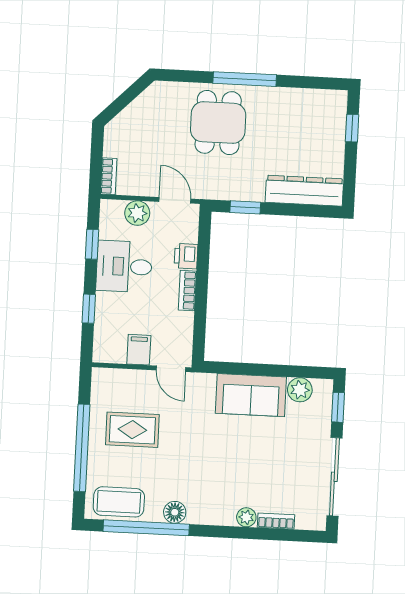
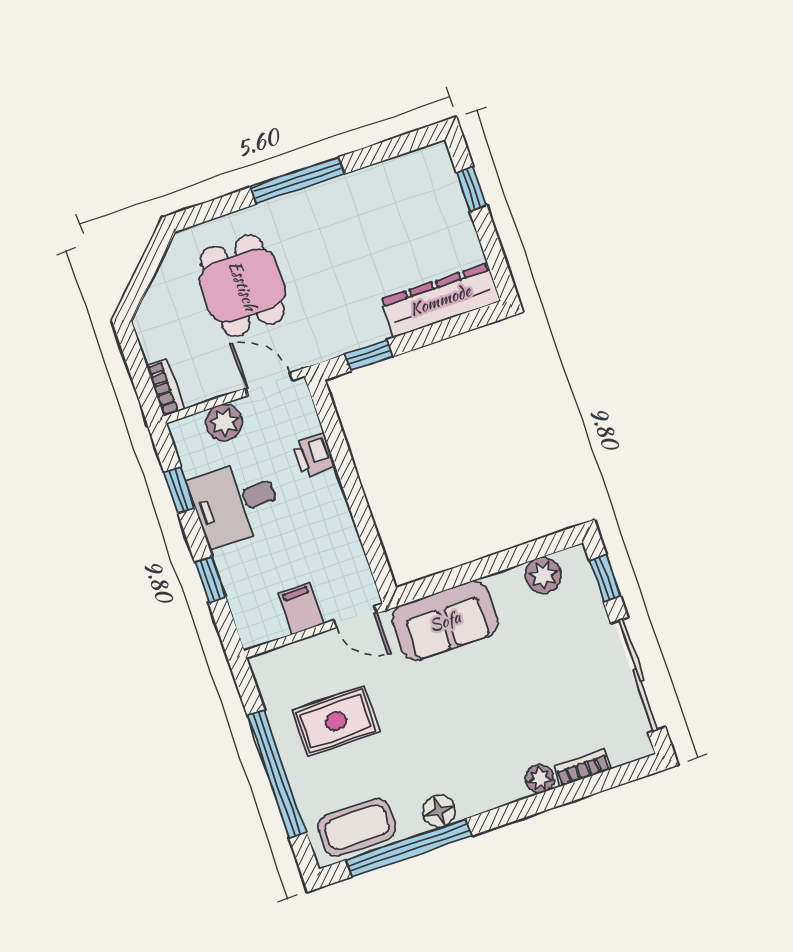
dining table: (218, 122) -> (243, 286), moved
bookcase: (187, 291) -> (335, 501), removed
sofa: (251, 395) -> (445, 621), moved

